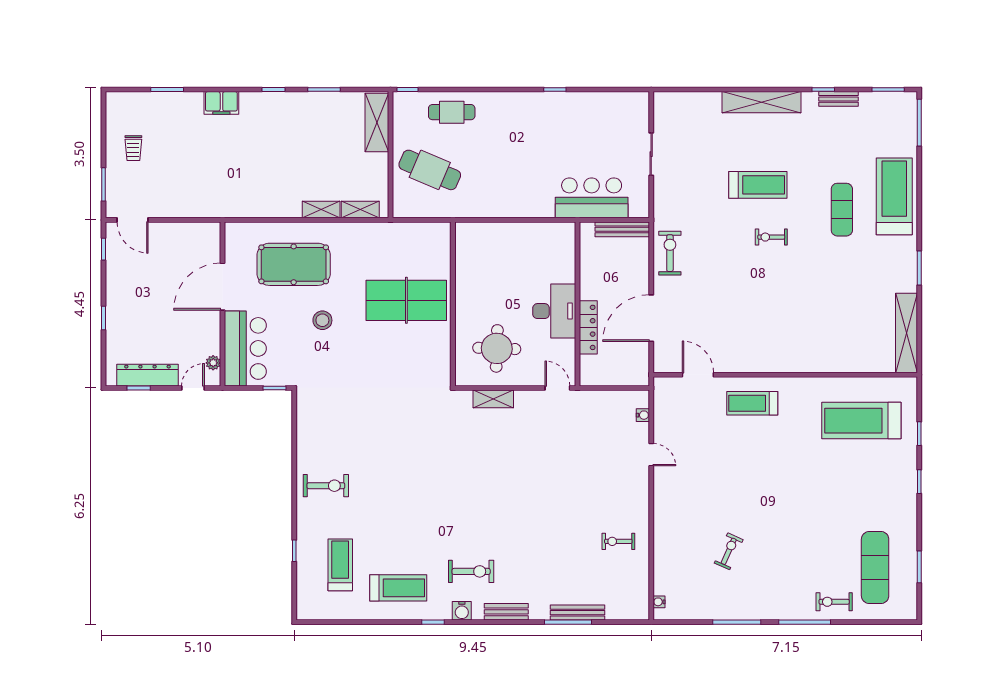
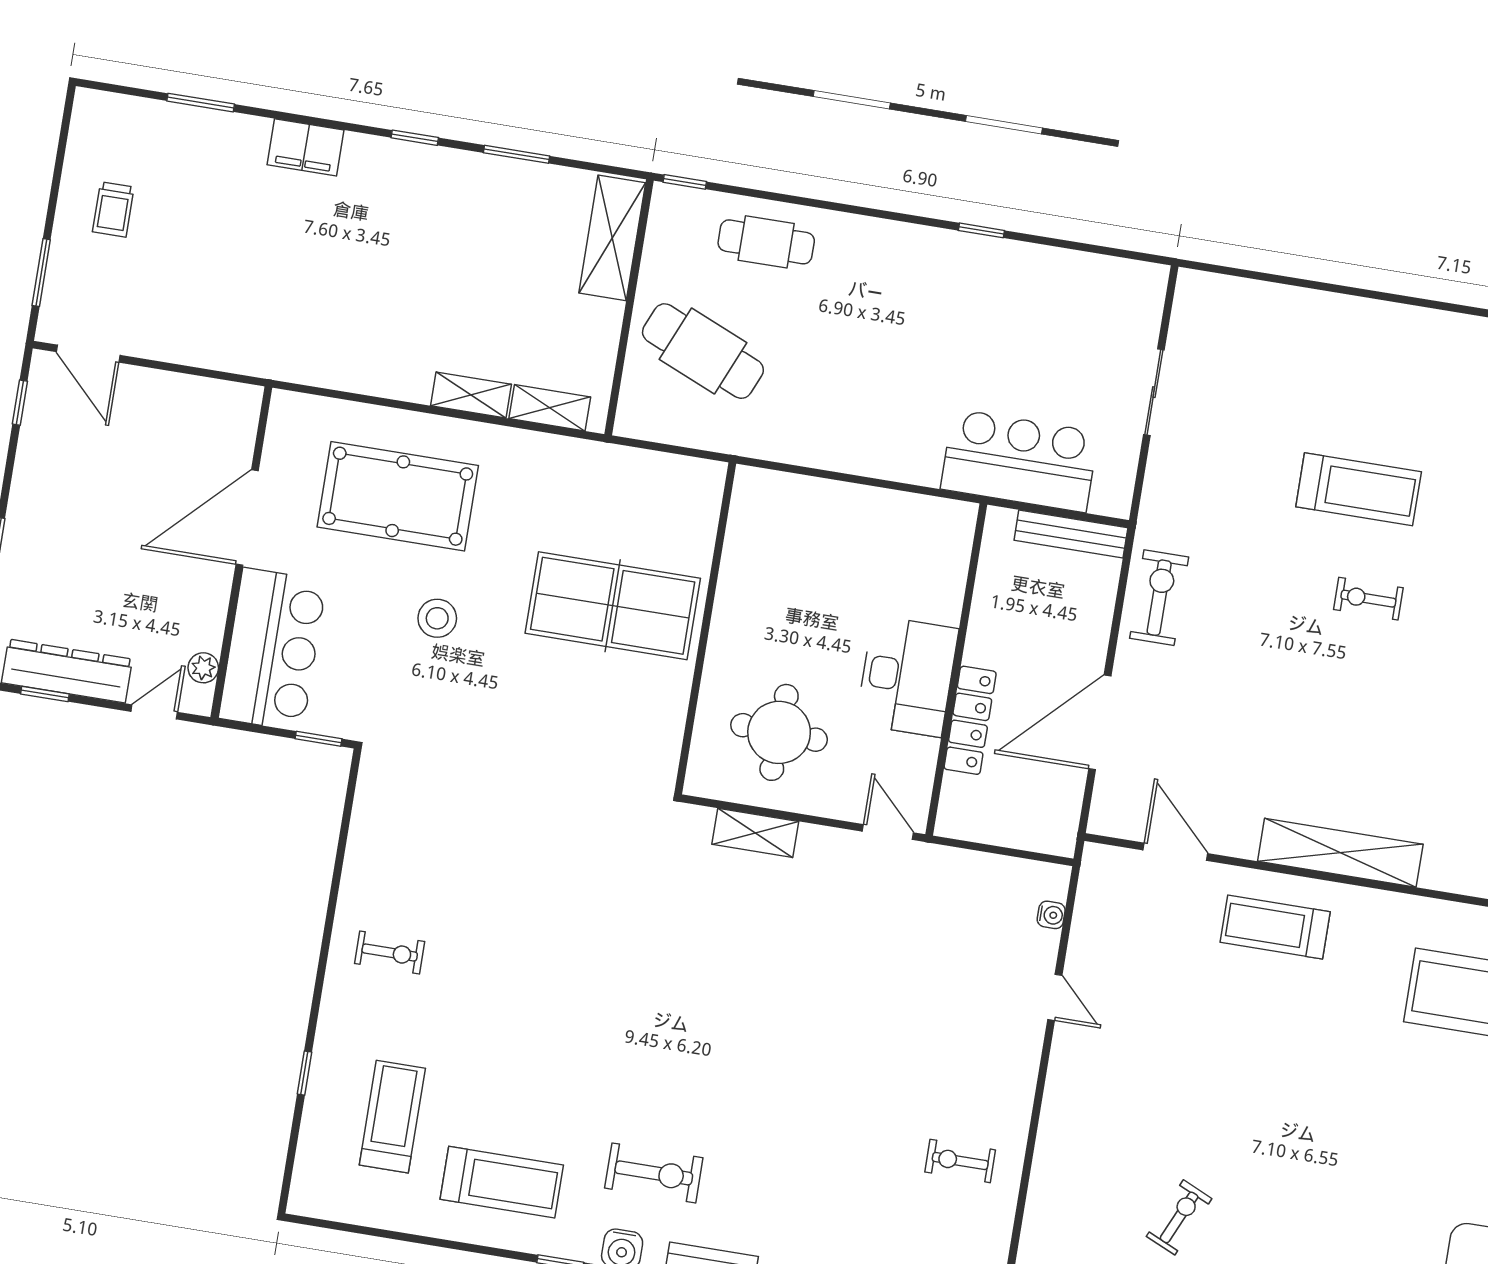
shelving: (761, 102) -> (1340, 853), moved
exercise bike: (326, 486) -> (390, 953), width x0.73, depth x0.72

